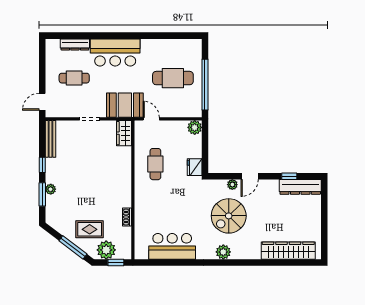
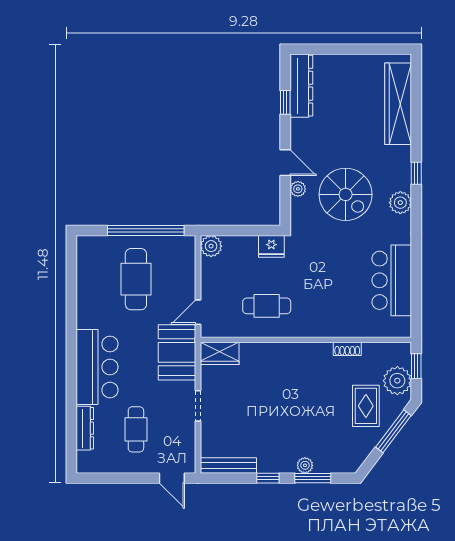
window: (243, 262) -> (416, 173), added

